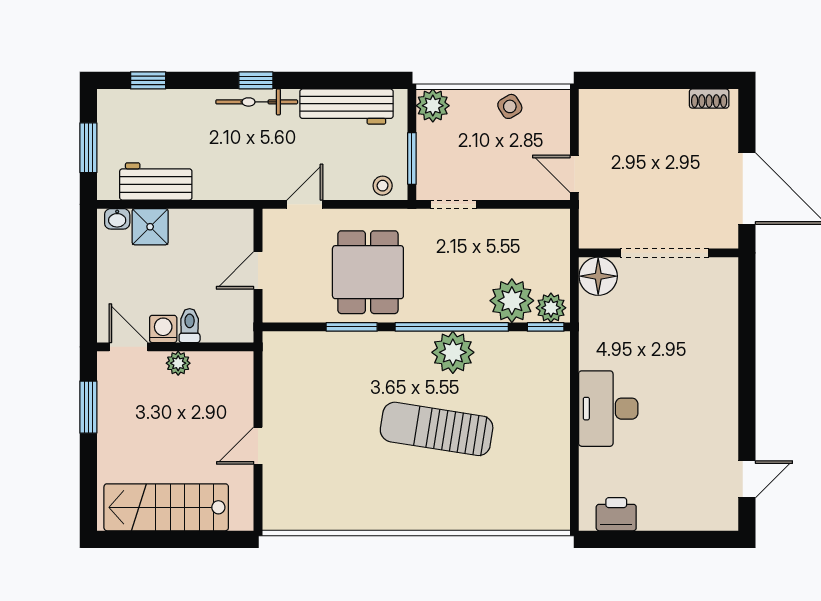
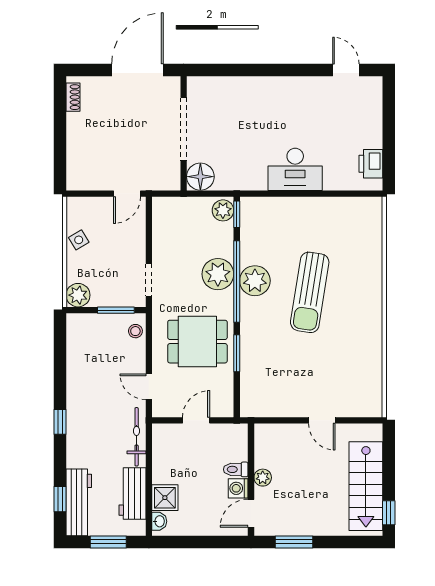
bicycle: (257, 102) -> (137, 437), moved, turned 180
workbench: (347, 106) -> (79, 502), moved
door: (258, 270) -> (196, 420), swing flipped
plant: (512, 301) -> (218, 274), moved
window: (129, 539) -> (389, 513), added

